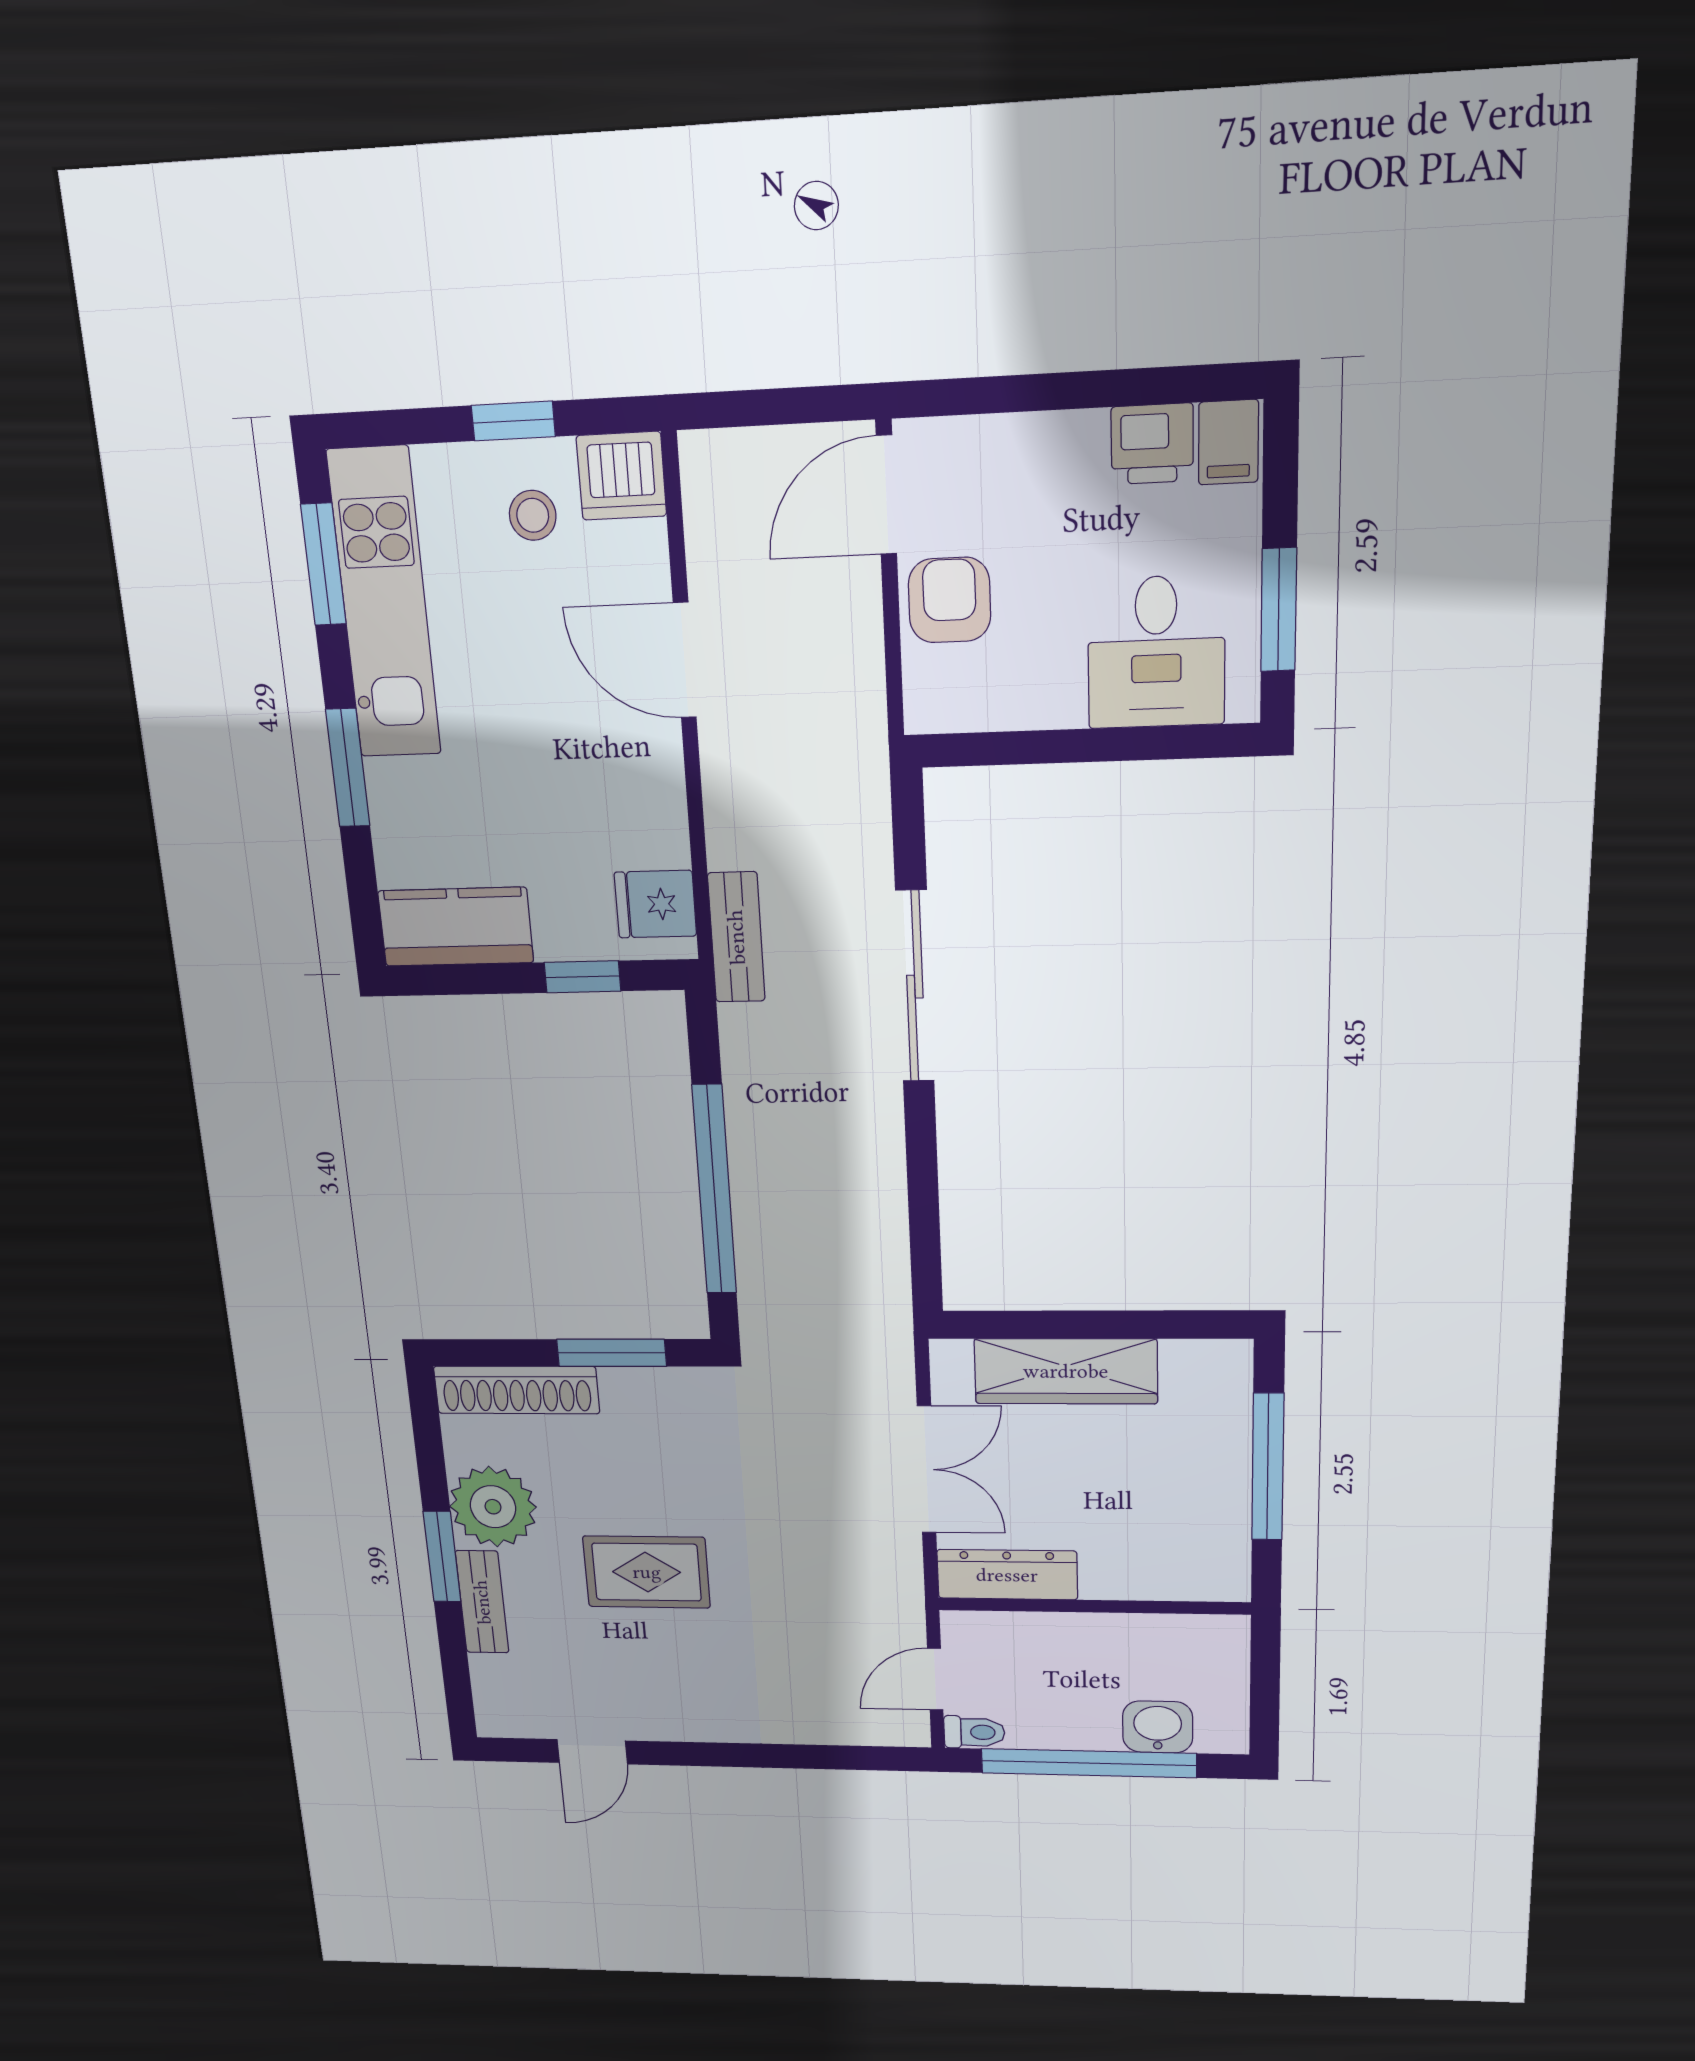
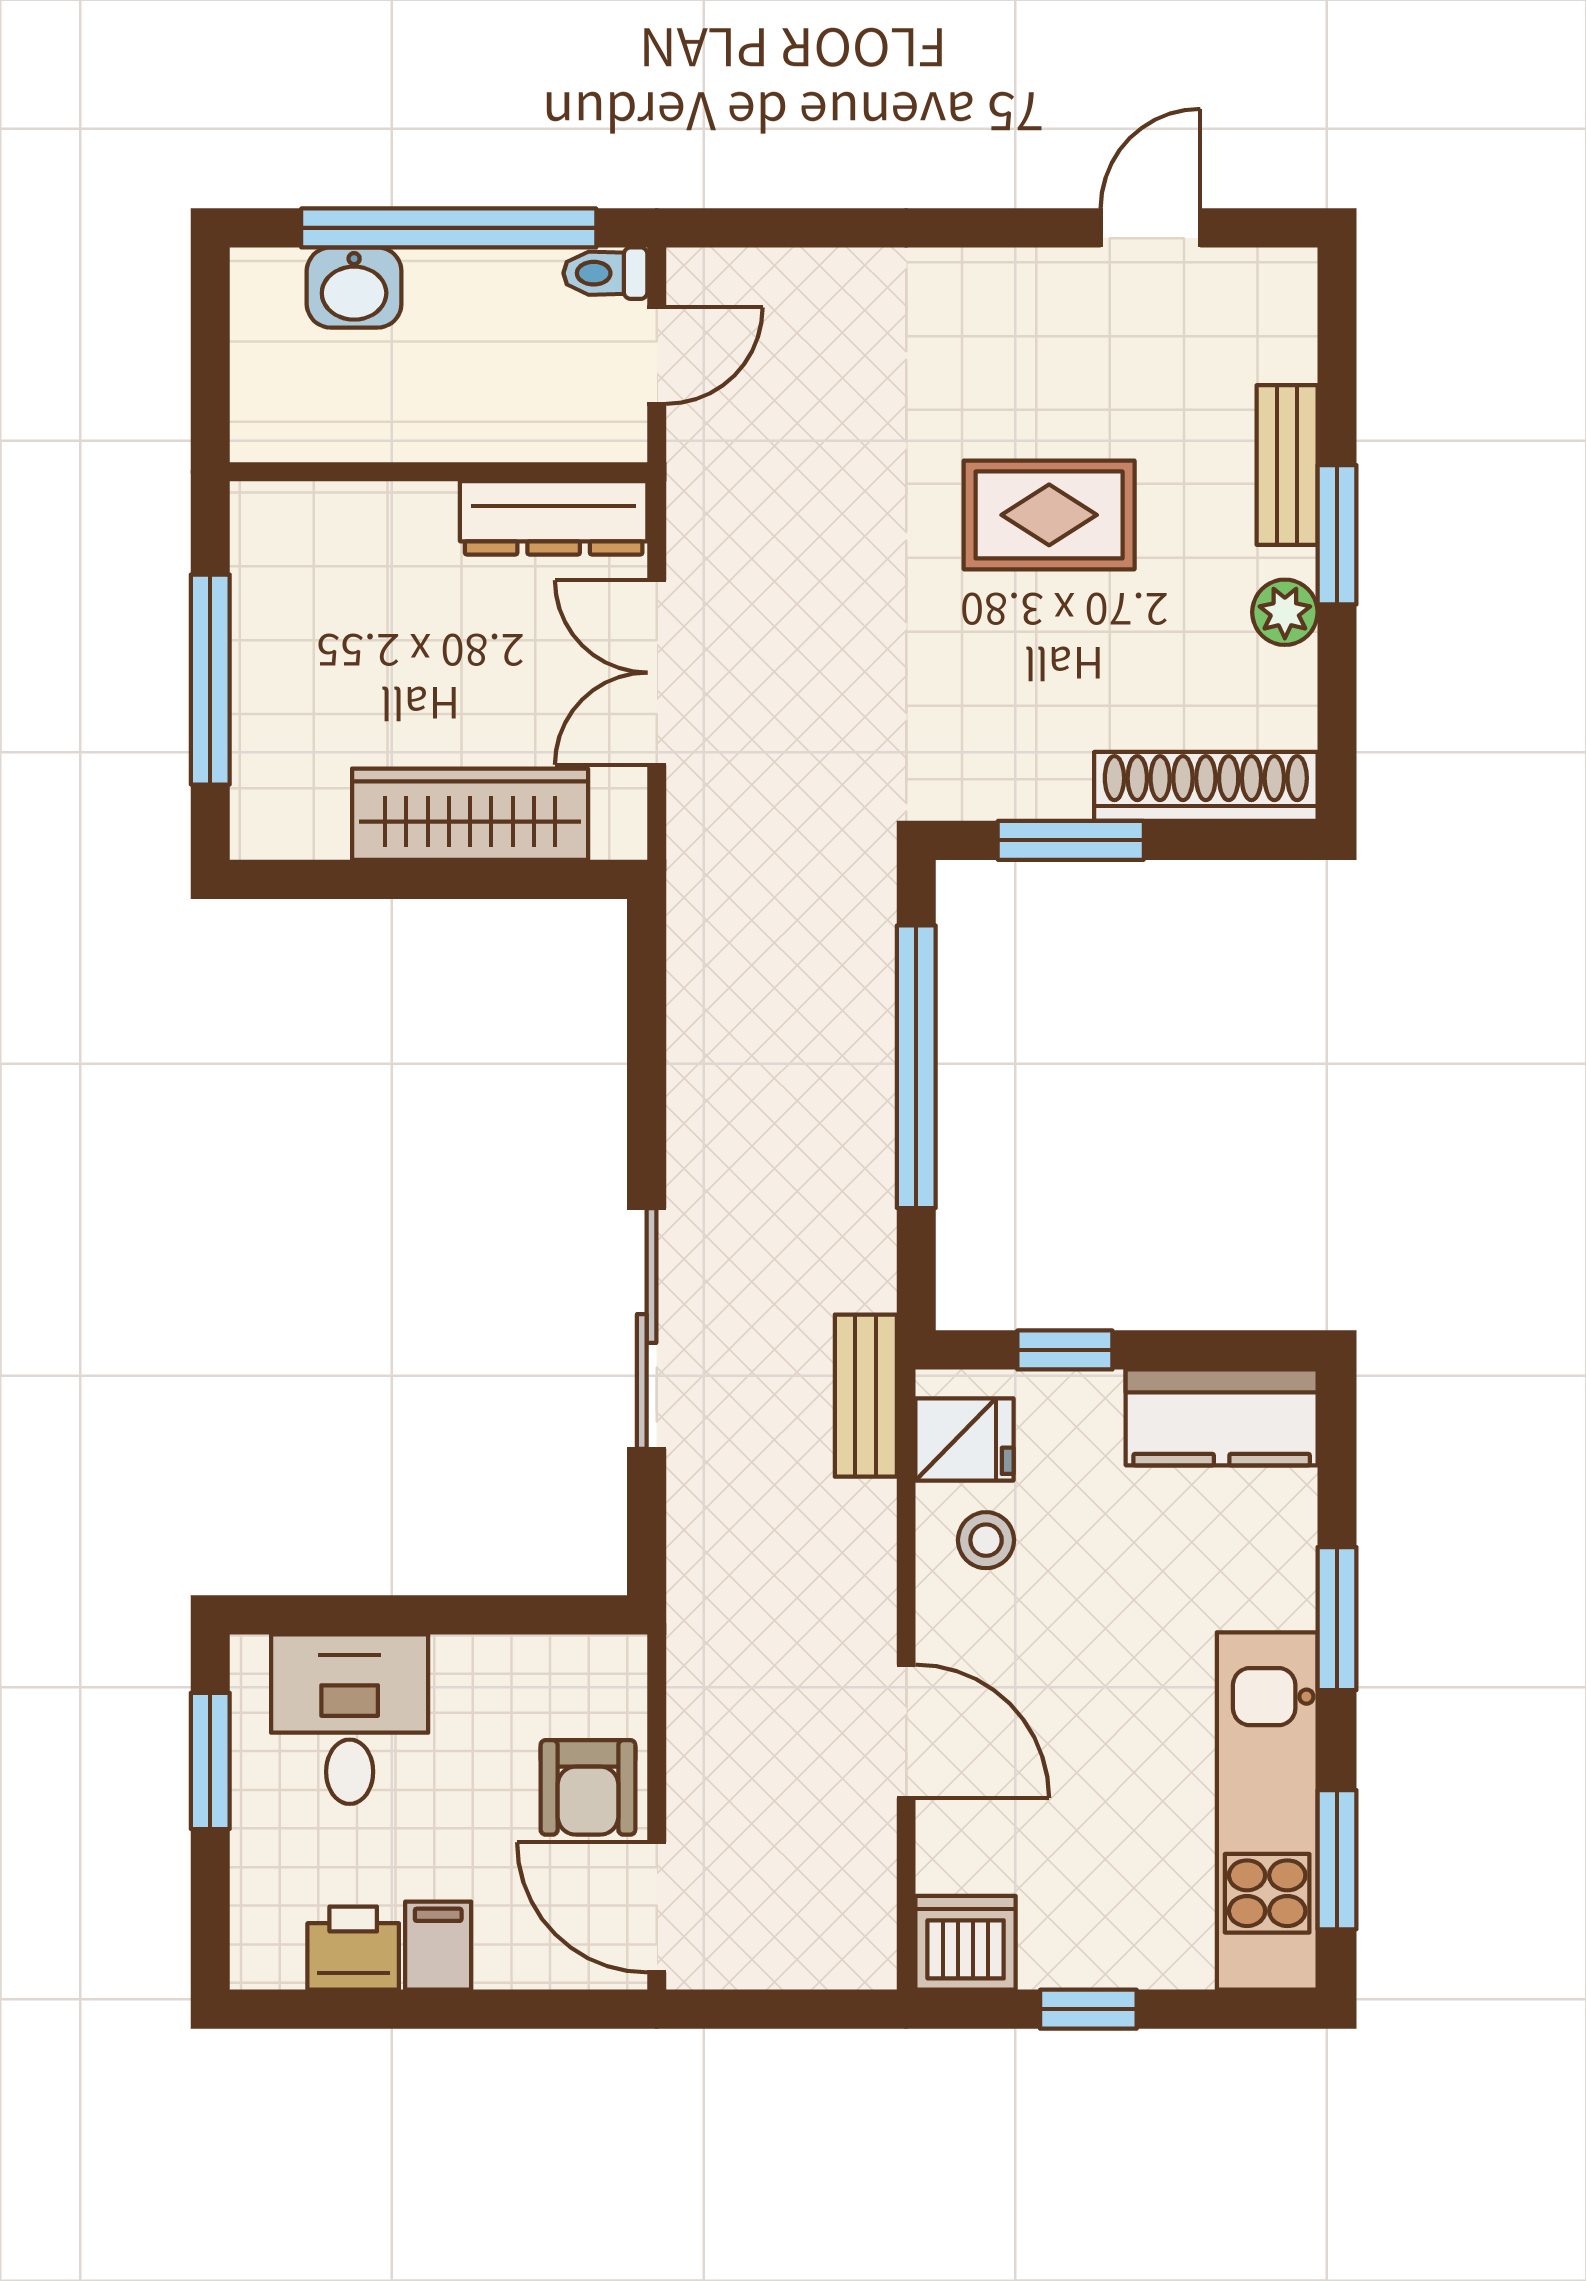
filing cabinet: (1228, 442) -> (438, 1946), moved
door: (886, 495) -> (657, 1907), swing flipped
stool: (533, 515) -> (986, 1540), moved
plant: (493, 1507) -> (1285, 612), width x0.53, depth x0.53

